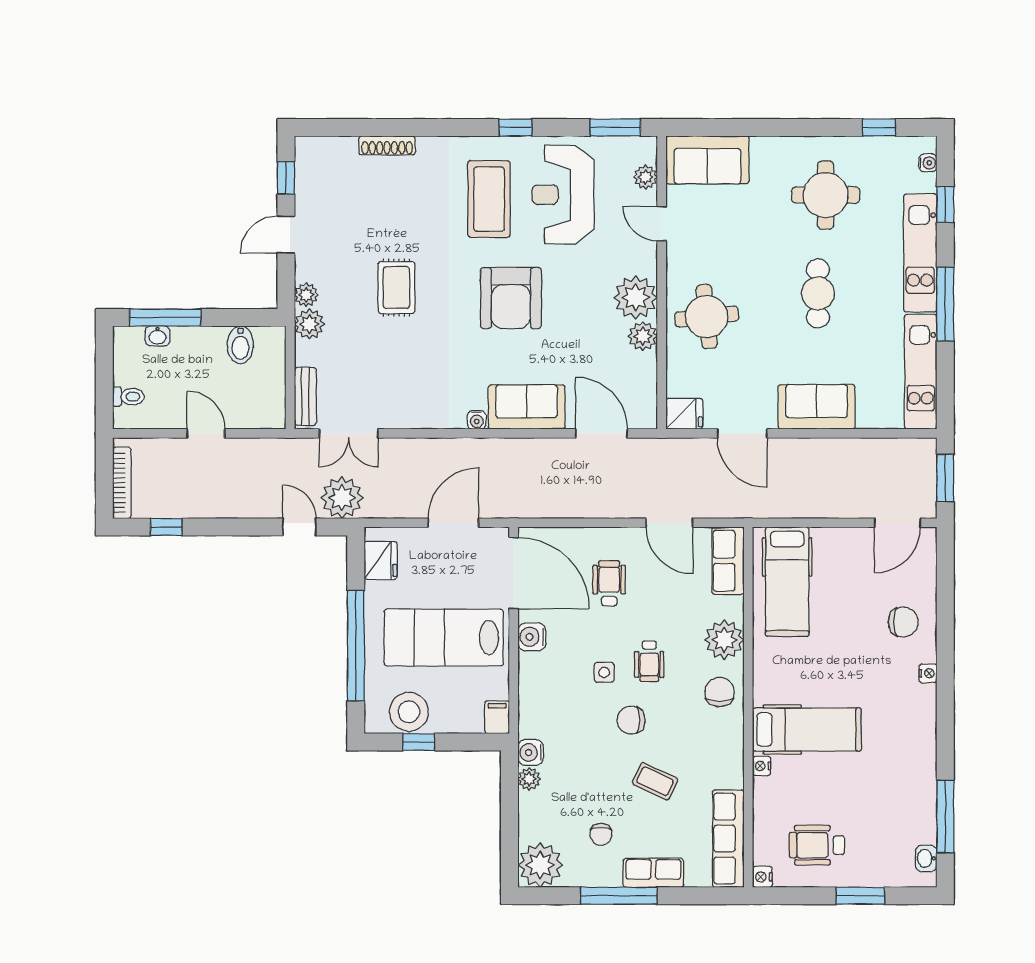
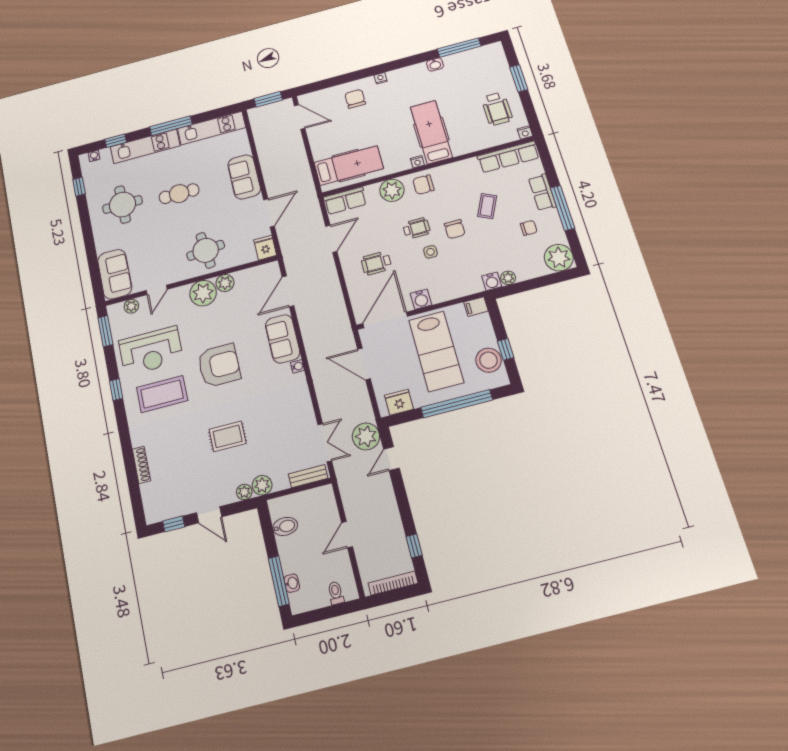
nightstand: (762, 766) -> (417, 162), moved
washbasin: (926, 858) -> (435, 64), moved

